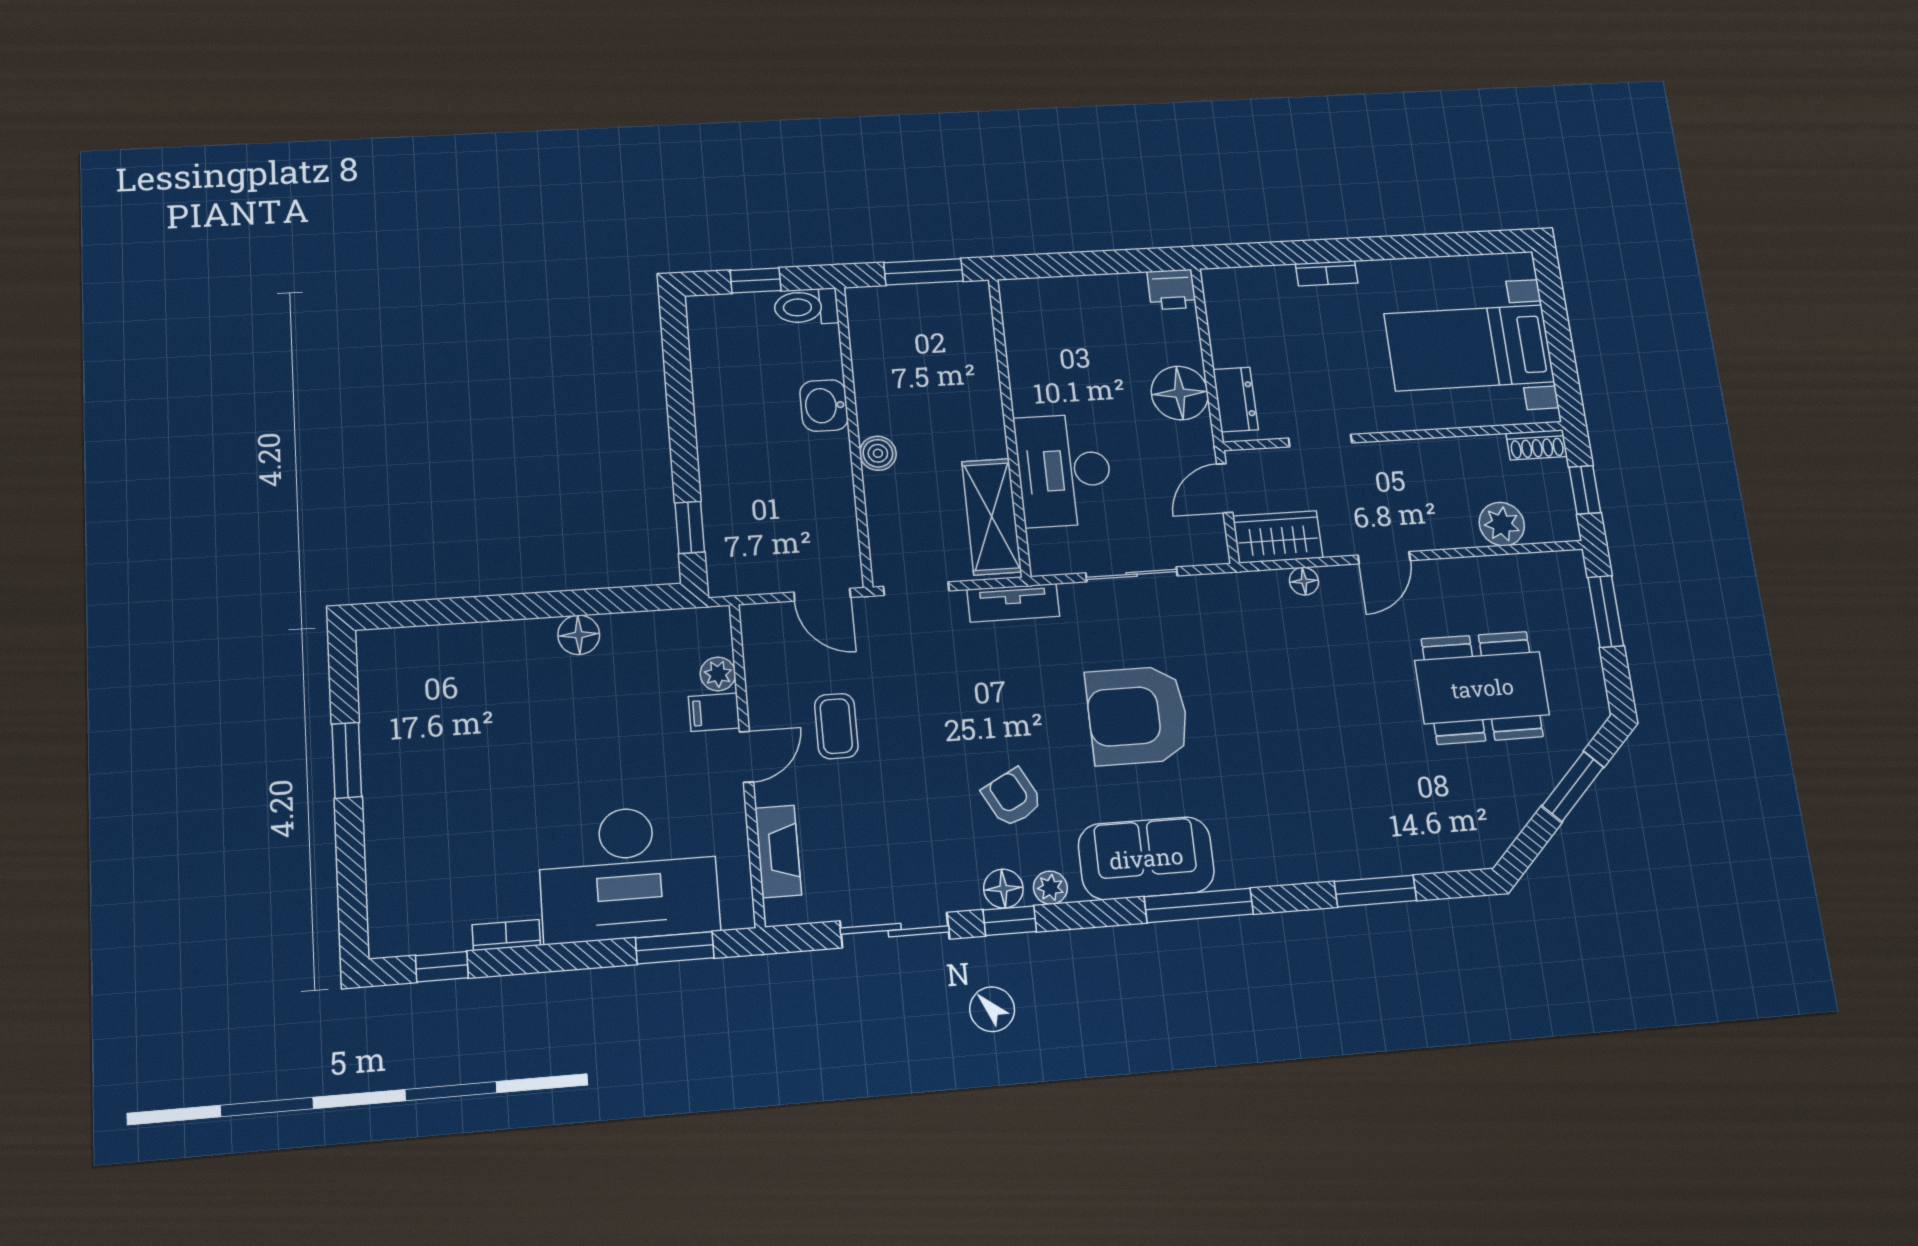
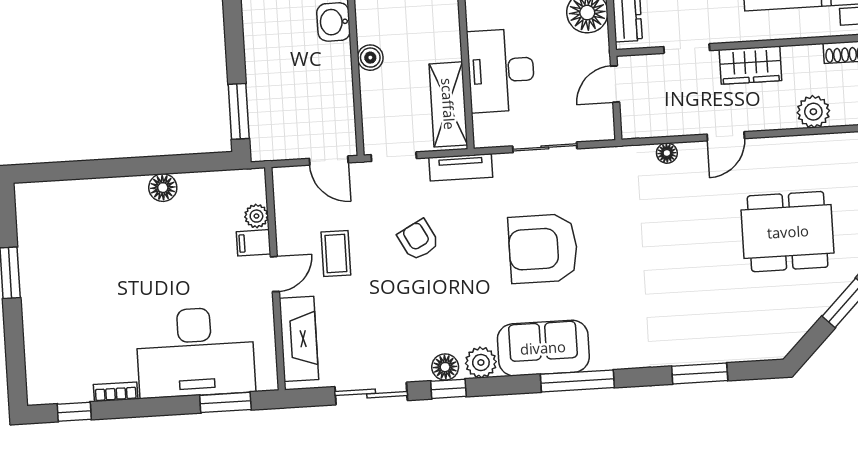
window: (690, 527) -> (239, 111), width x1.50
wardrobe: (1278, 537) -> (750, 65), moved, turned 180
armchair: (1012, 798) -> (418, 240), moved
fireplace: (778, 851) -> (299, 339), width x1.37, depth x1.32
plant: (1050, 888) -> (481, 362), width x1.38, depth x1.38

